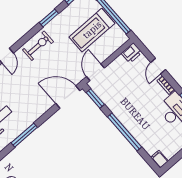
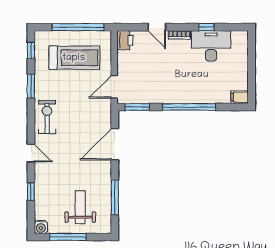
treadmill: (92, 30) -> (74, 58), turned -90
door: (95, 72) -> (114, 87), hinge flipped
door: (68, 97) -> (115, 144), moved

